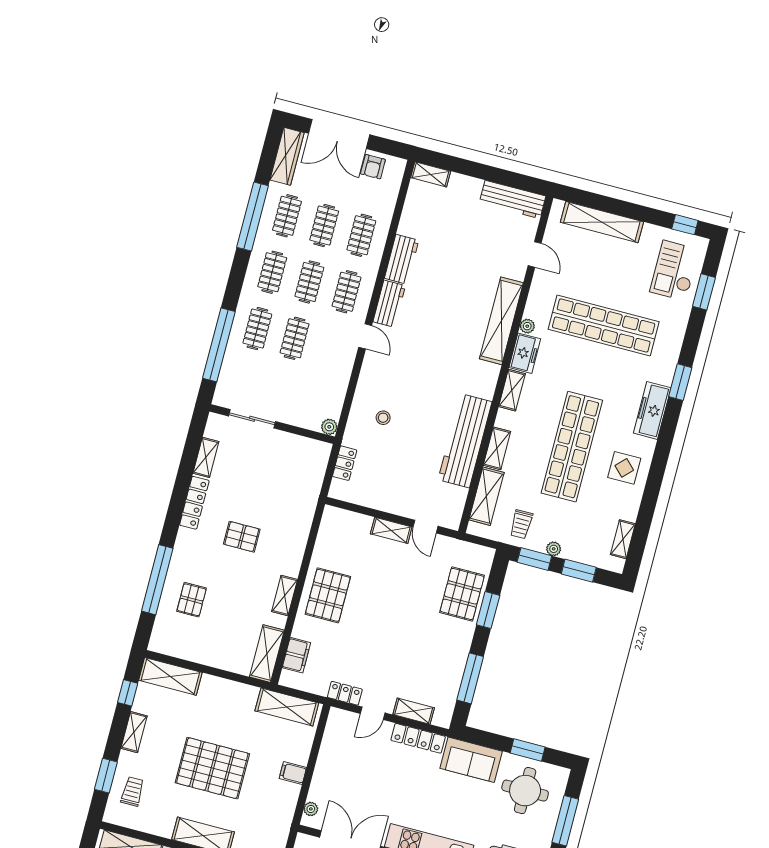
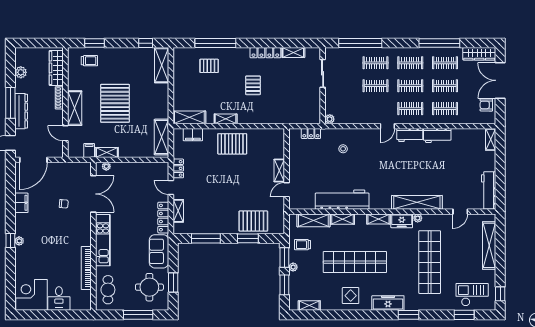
shelving: (134, 732) -> (107, 152), moved
filing cabinet: (293, 773) -> (89, 151), moved

